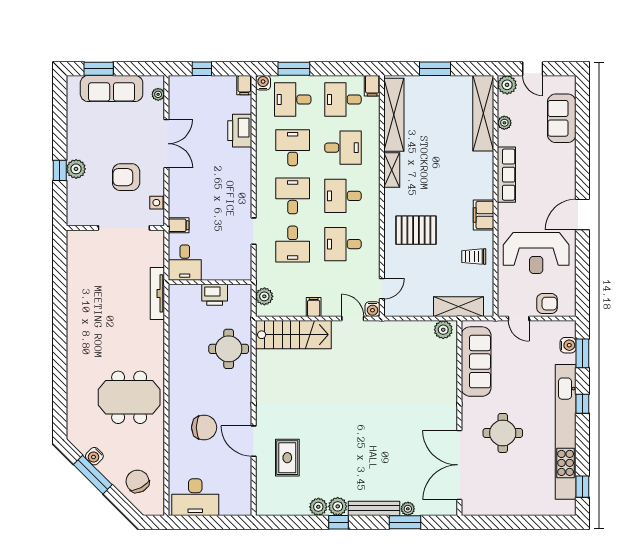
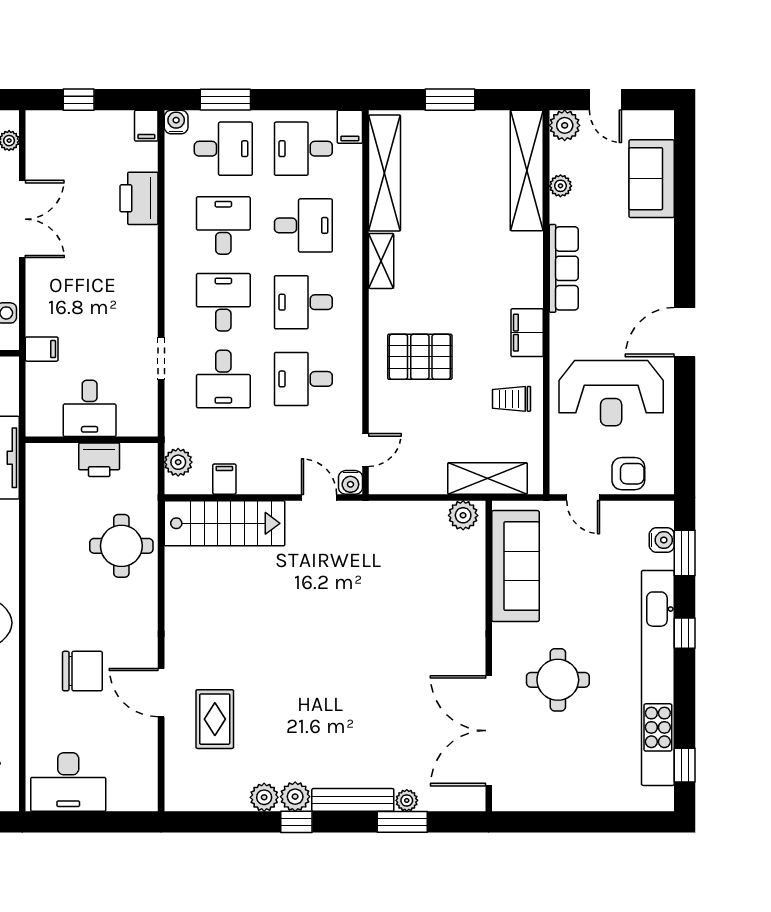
desk: (293, 99) -> (223, 149), turned 180
desk: (185, 263) -> (90, 408), moved
filing cabinet: (314, 307) -> (224, 479), moved

